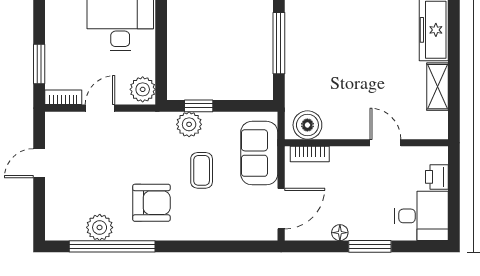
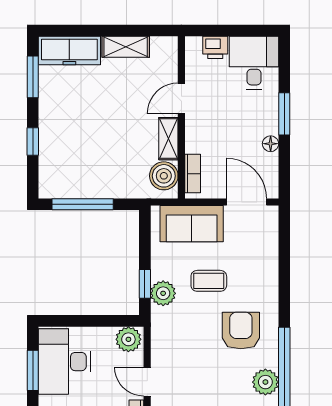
shelving: (345, 130) -> (168, 139), added

